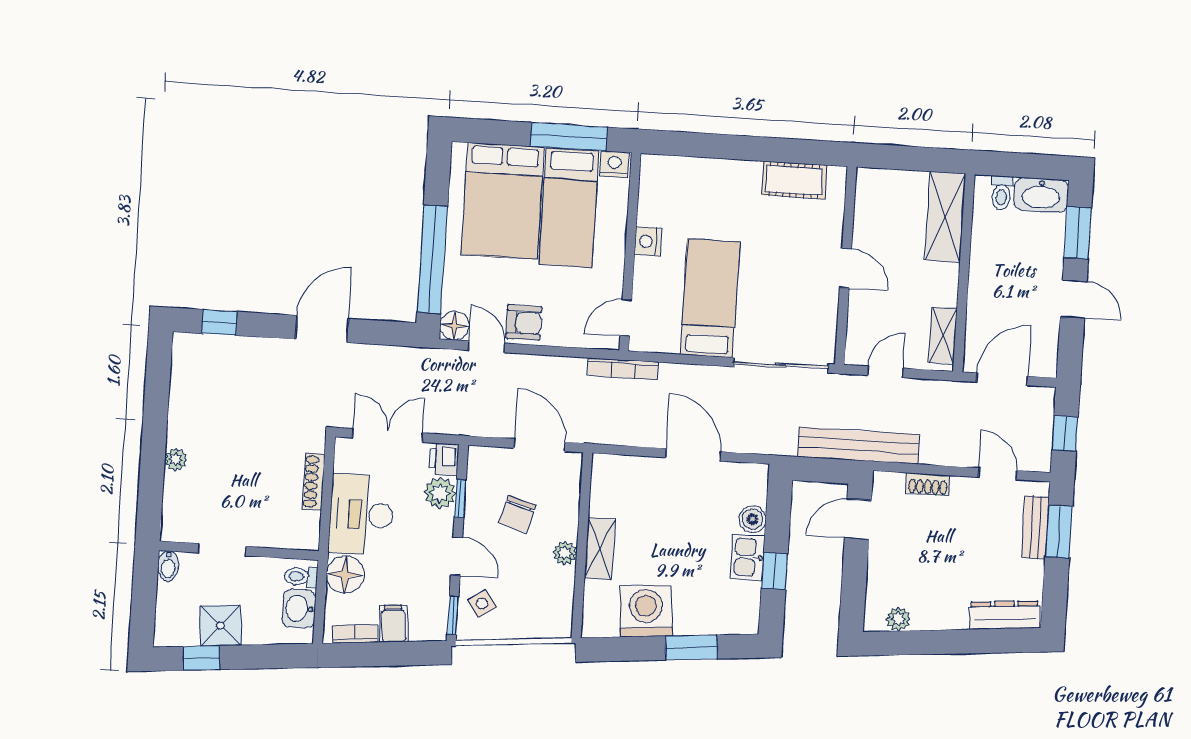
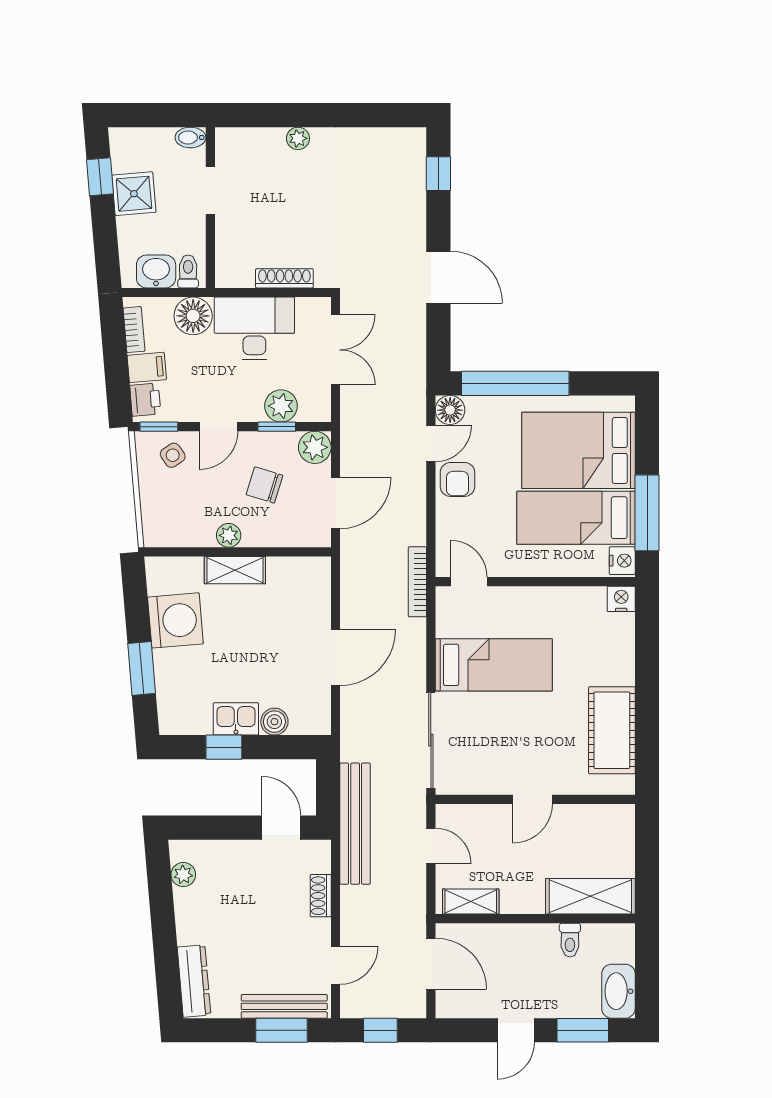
cot: (794, 180) -> (612, 730), width x1.37, depth x1.34
toilet: (1001, 193) -> (570, 940), moved, turned -90
nightstand: (648, 241) -> (621, 599), moved
printer: (444, 459) -> (145, 400), moved, turned 85
plant: (483, 462) -> (315, 447), added
bench: (1035, 527) -> (284, 1006), width x1.36

